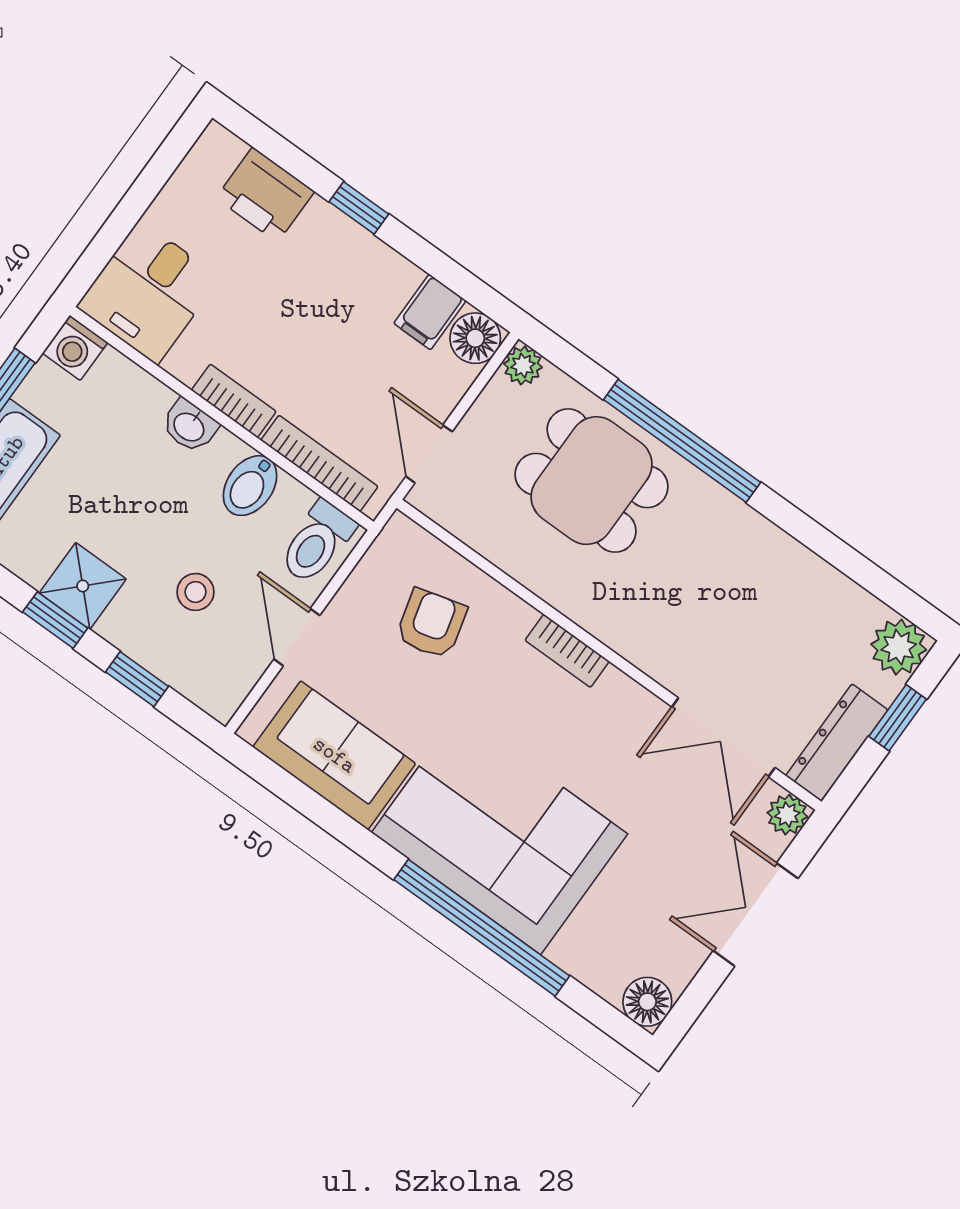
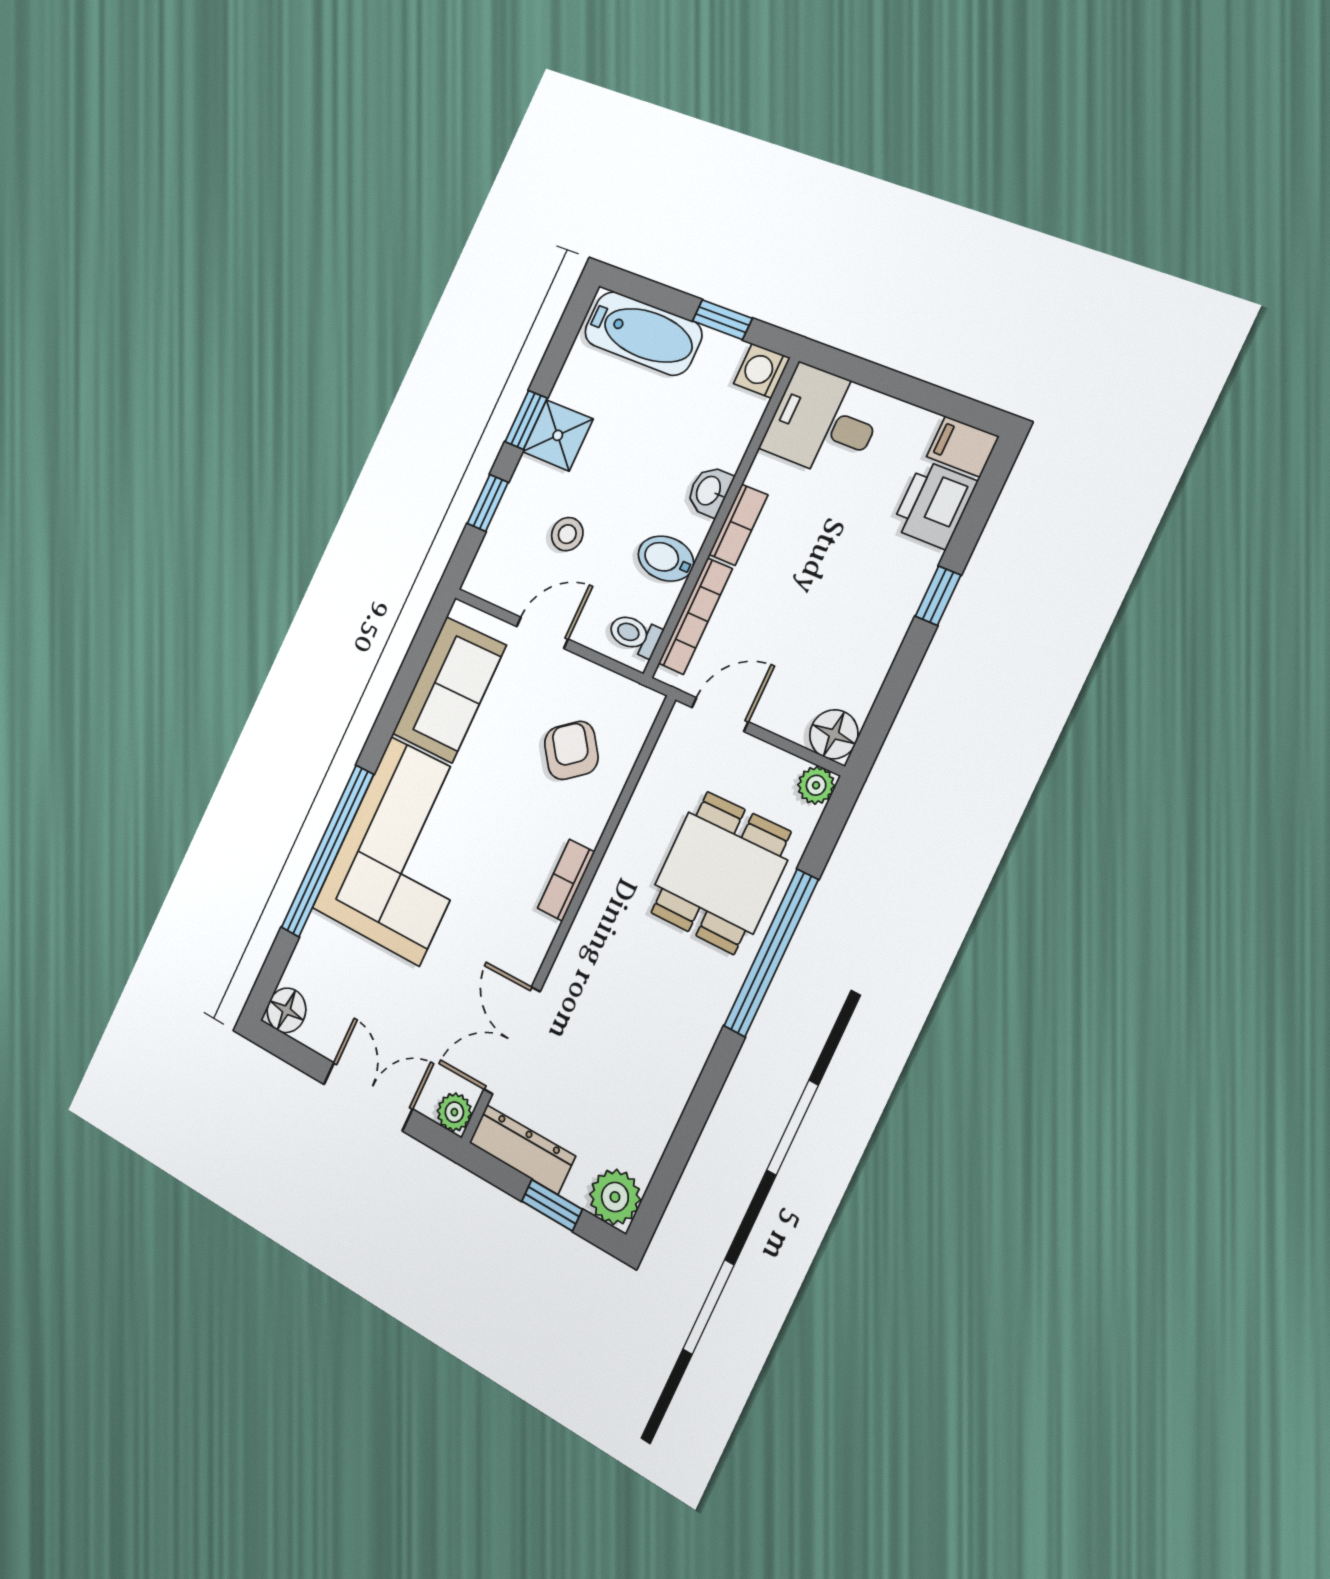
filing cabinet: (430, 312) -> (963, 446), moved
toilet: (317, 542) -> (635, 635), width x0.73, depth x0.72
armchair: (431, 624) -> (571, 750), turned -112

